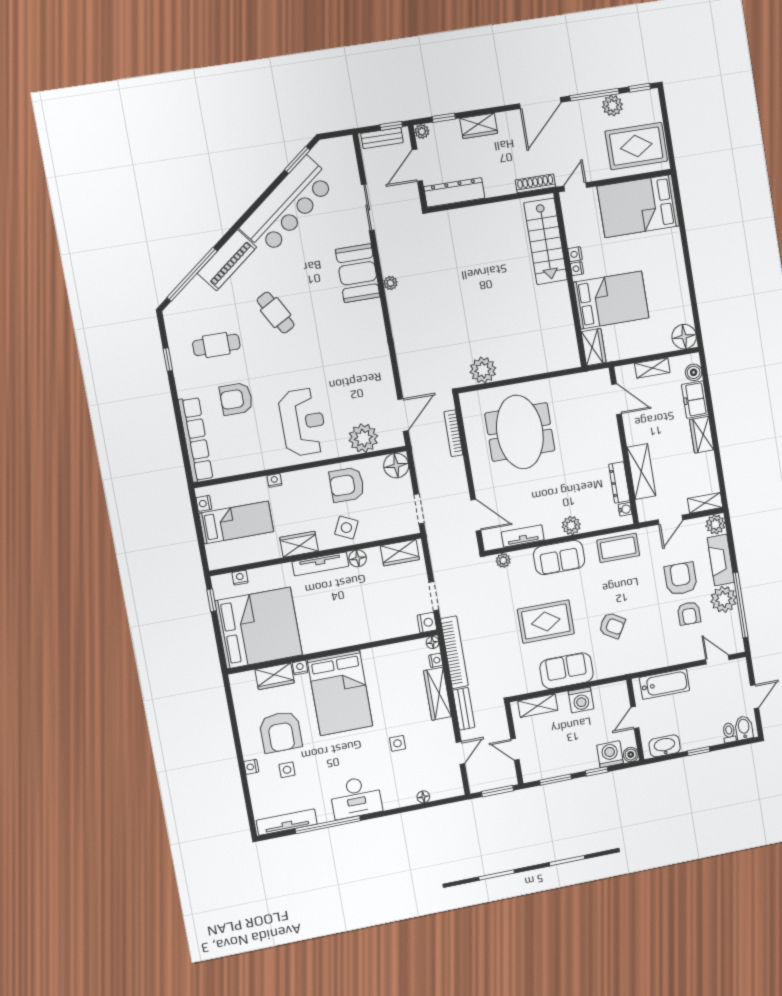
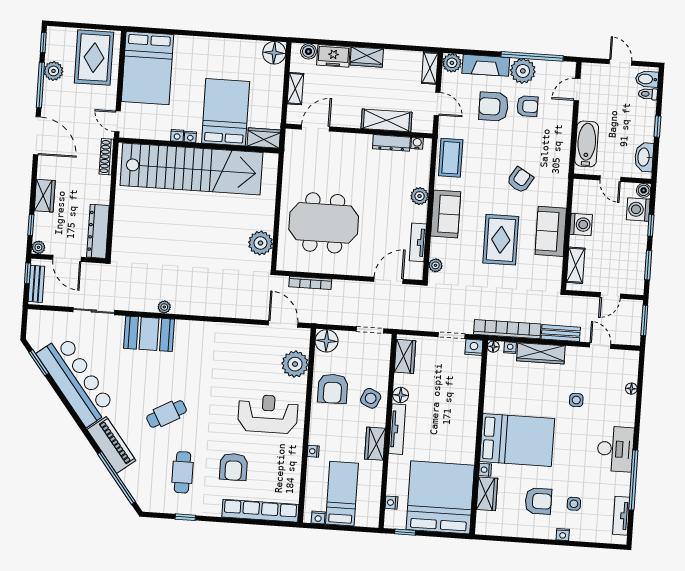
stairs: (546, 241) -> (191, 169), width x1.86, depth x1.51
armchair: (281, 732) -> (538, 501), width x0.73, depth x0.73
tv unit: (287, 822) -> (621, 516), width x0.71

